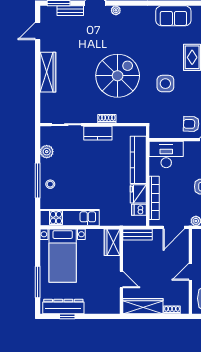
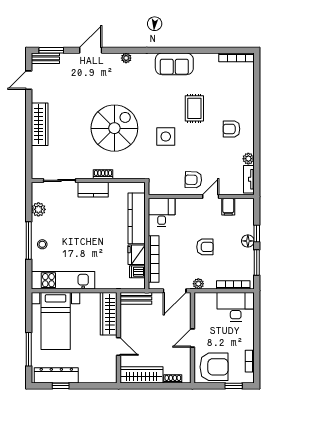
plant: (116, 10) -> (126, 58), moved
bench: (70, 11) -> (45, 58), moved
desk: (166, 154) -> (162, 212), width x0.73
wardrobe: (112, 242) -> (109, 314), width x1.50

